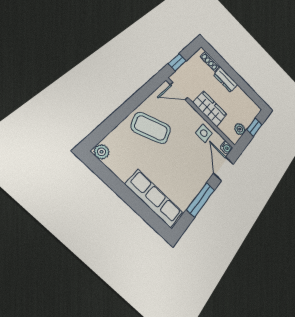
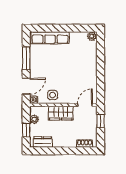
dresser: (226, 80) -> (43, 142), moved
coffee table: (151, 128) -> (81, 70), removed
door: (224, 169) -> (26, 86), hinge flipped

